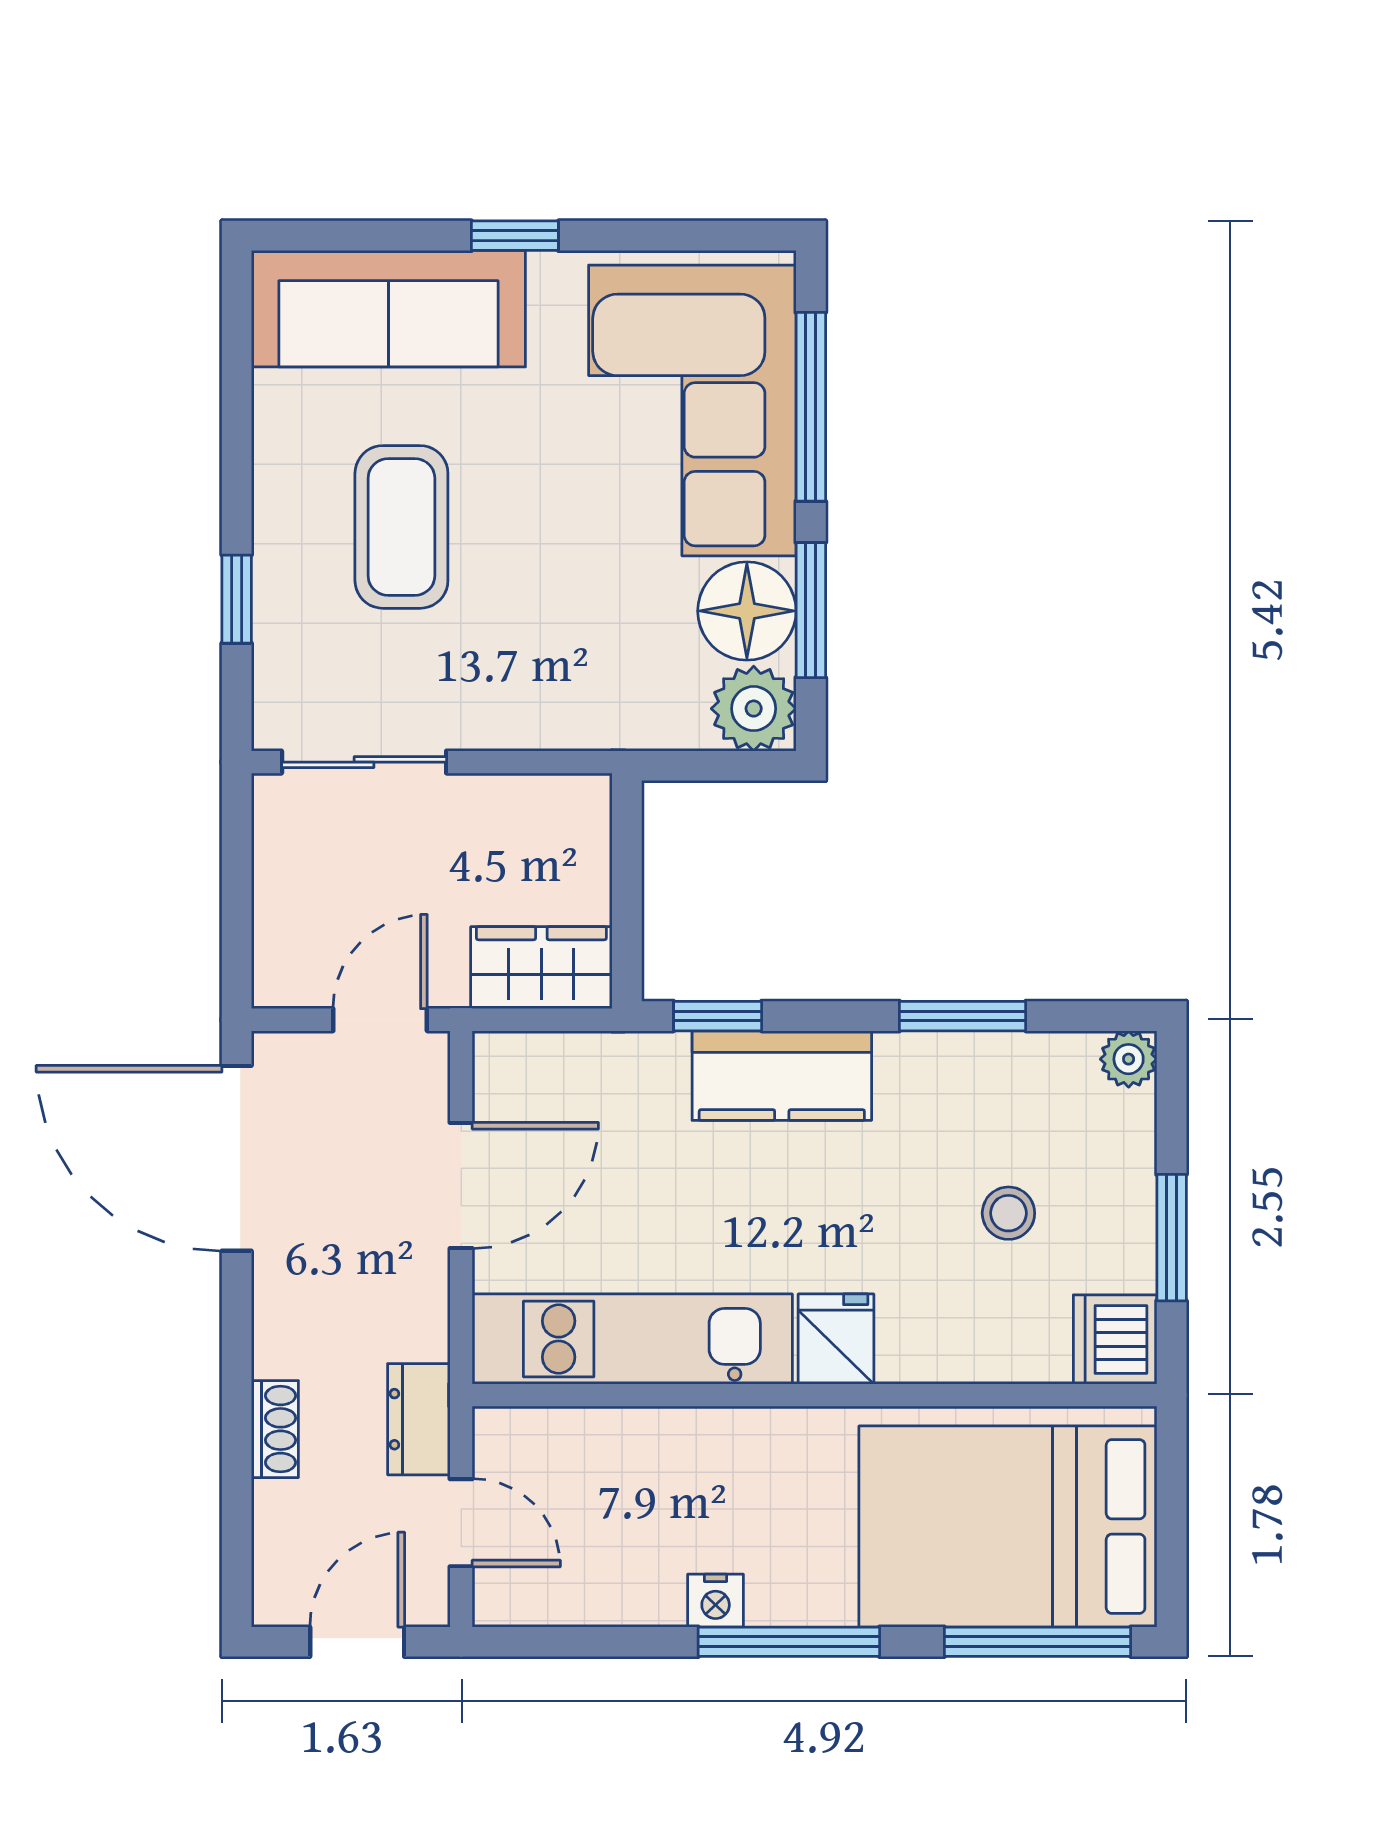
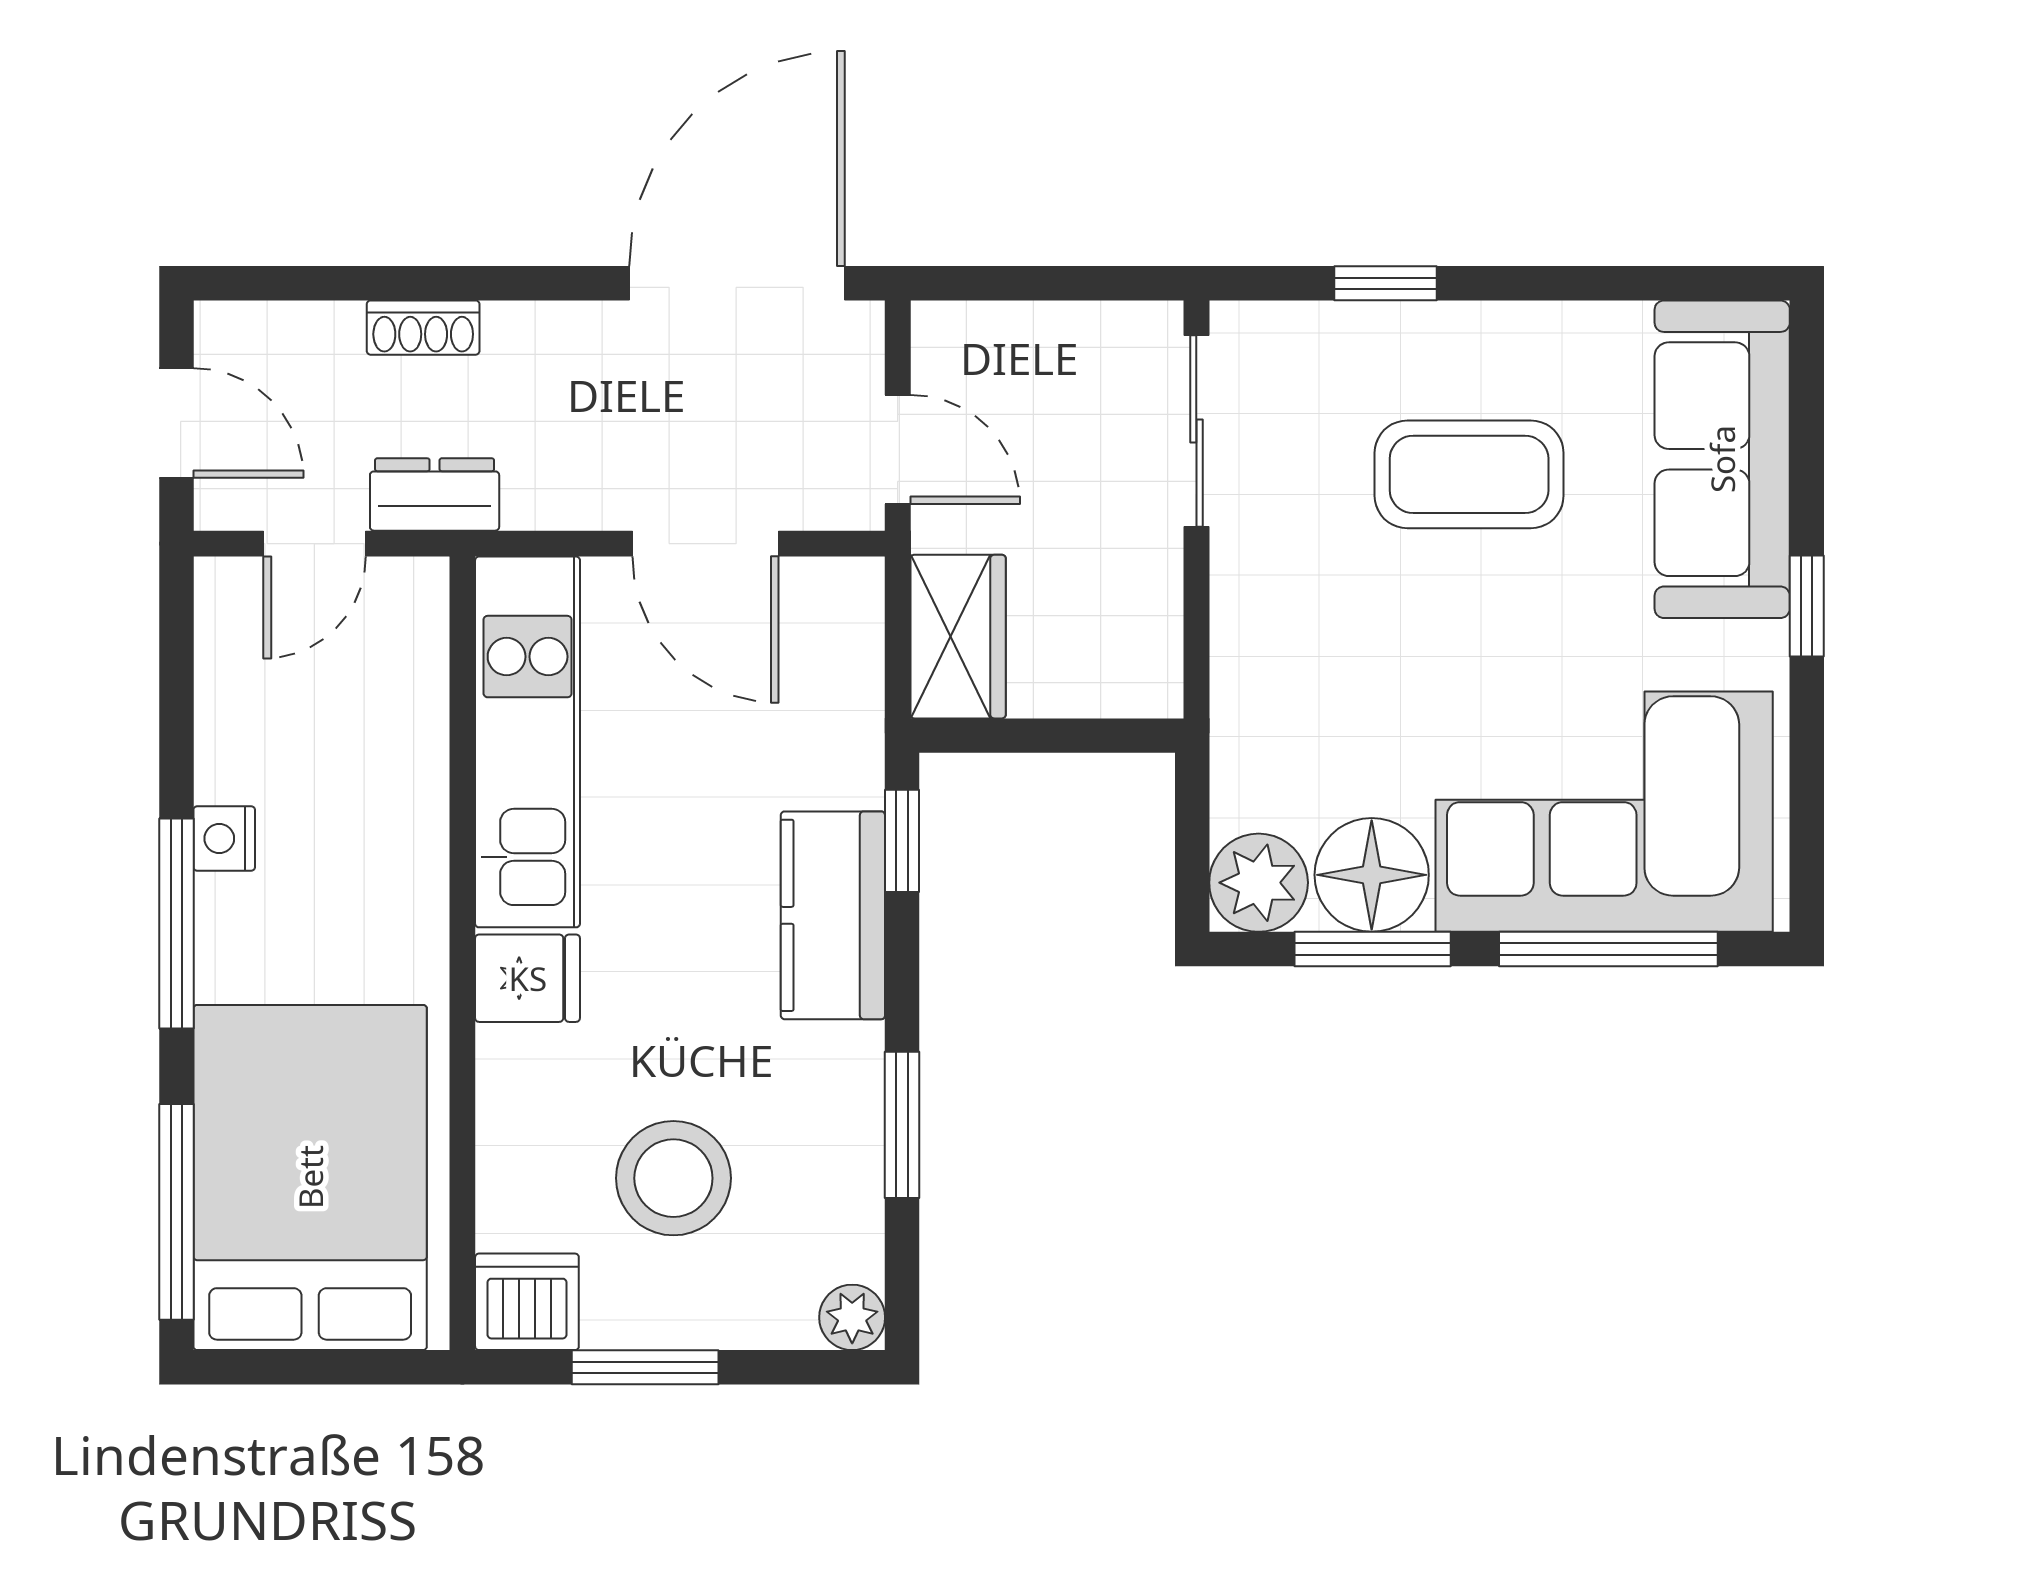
stool: (1008, 1213) -> (673, 1178), width x1.89, depth x1.89

